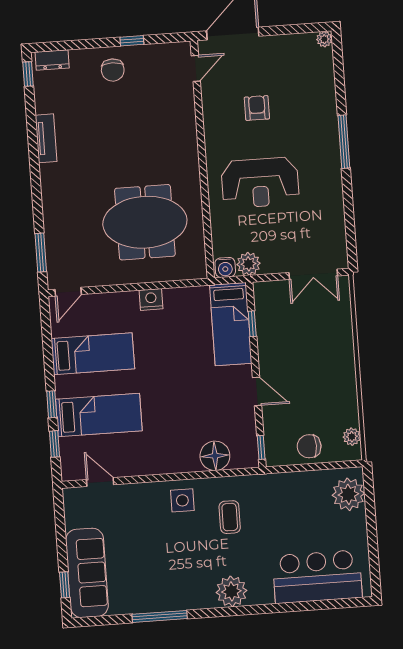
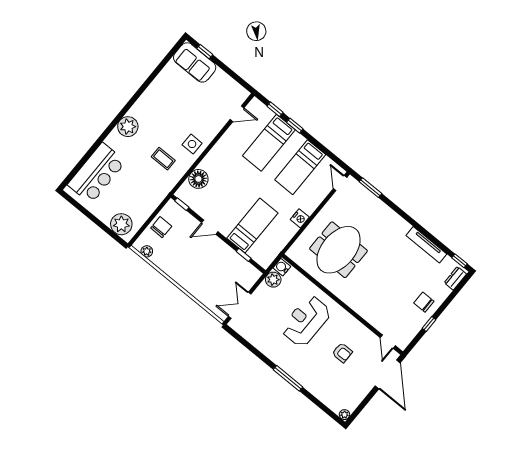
tv unit: (46, 138) -> (426, 245), width x1.41
bed: (231, 324) -> (252, 226), moved, turned 90
sofa: (87, 573) -> (195, 62), width x0.73
window: (160, 616) -> (148, 82), removed

